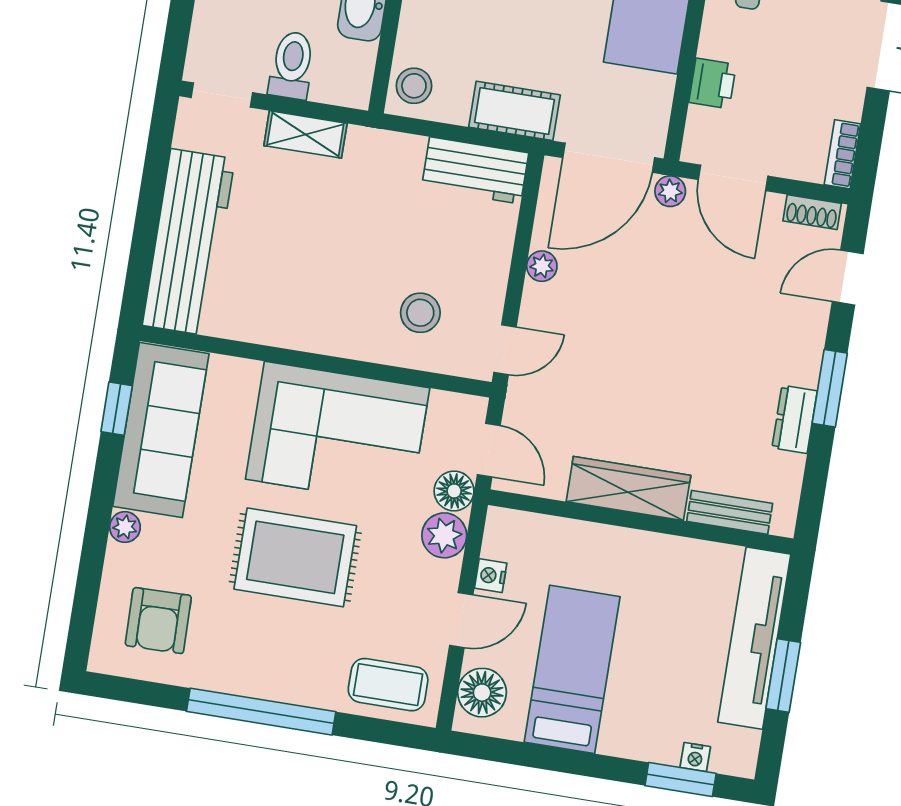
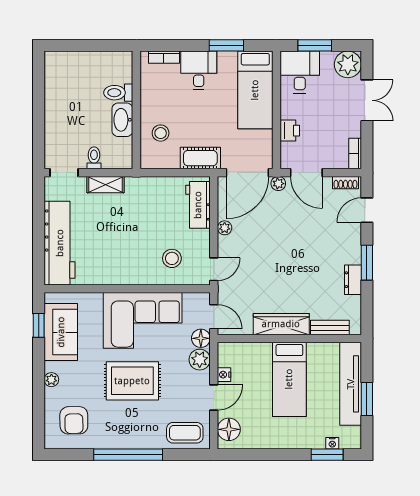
toilet: (292, 65) -> (94, 158), width x0.73, depth x0.72
stool: (414, 86) -> (161, 133), moved
workbench: (475, 170) -> (198, 205), moved, turned 90
sofa: (161, 430) -> (61, 332), width x0.73
bed: (572, 669) -> (289, 379), moved, turned 180

